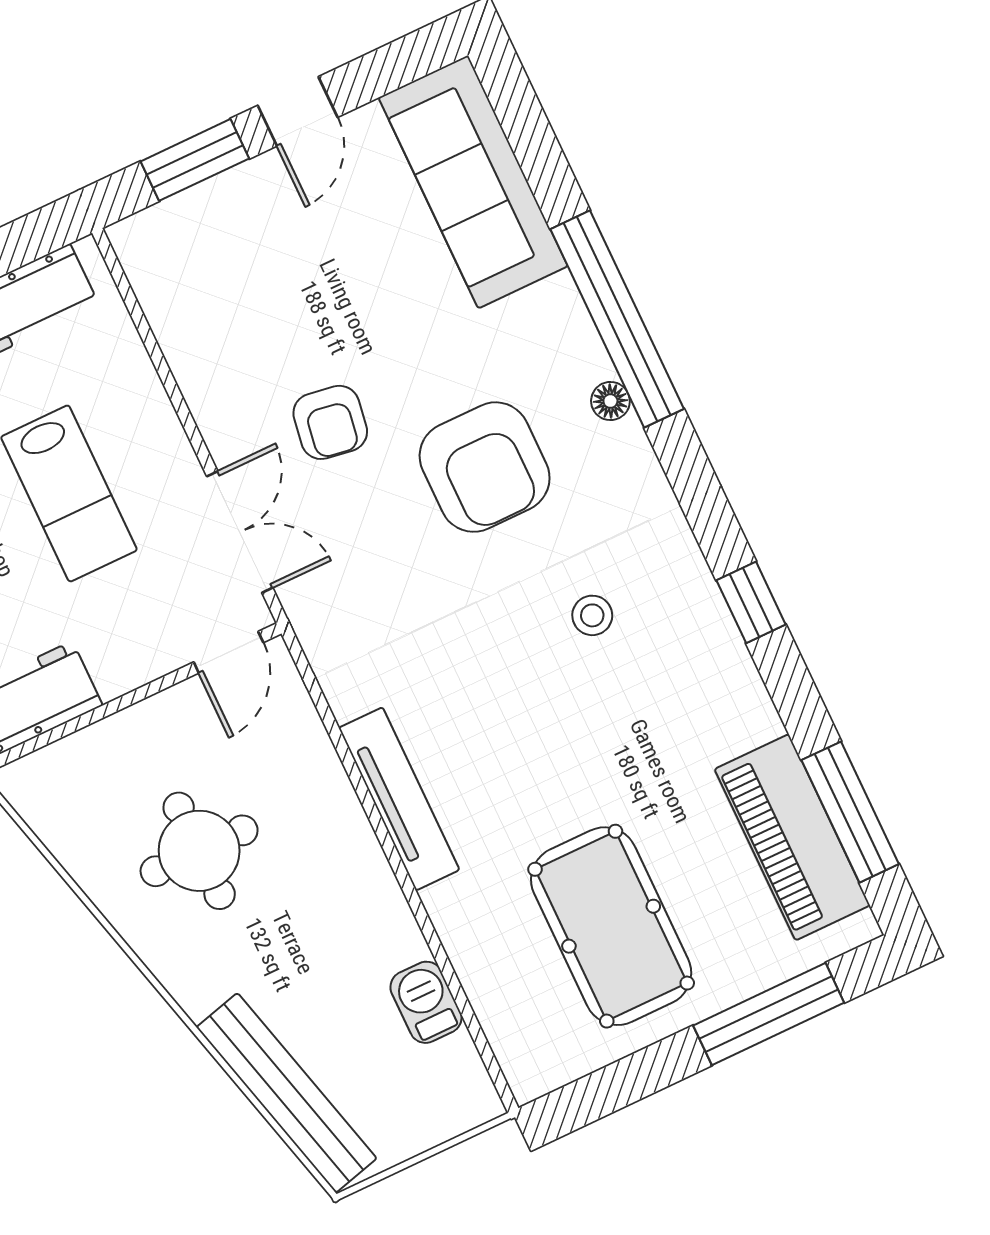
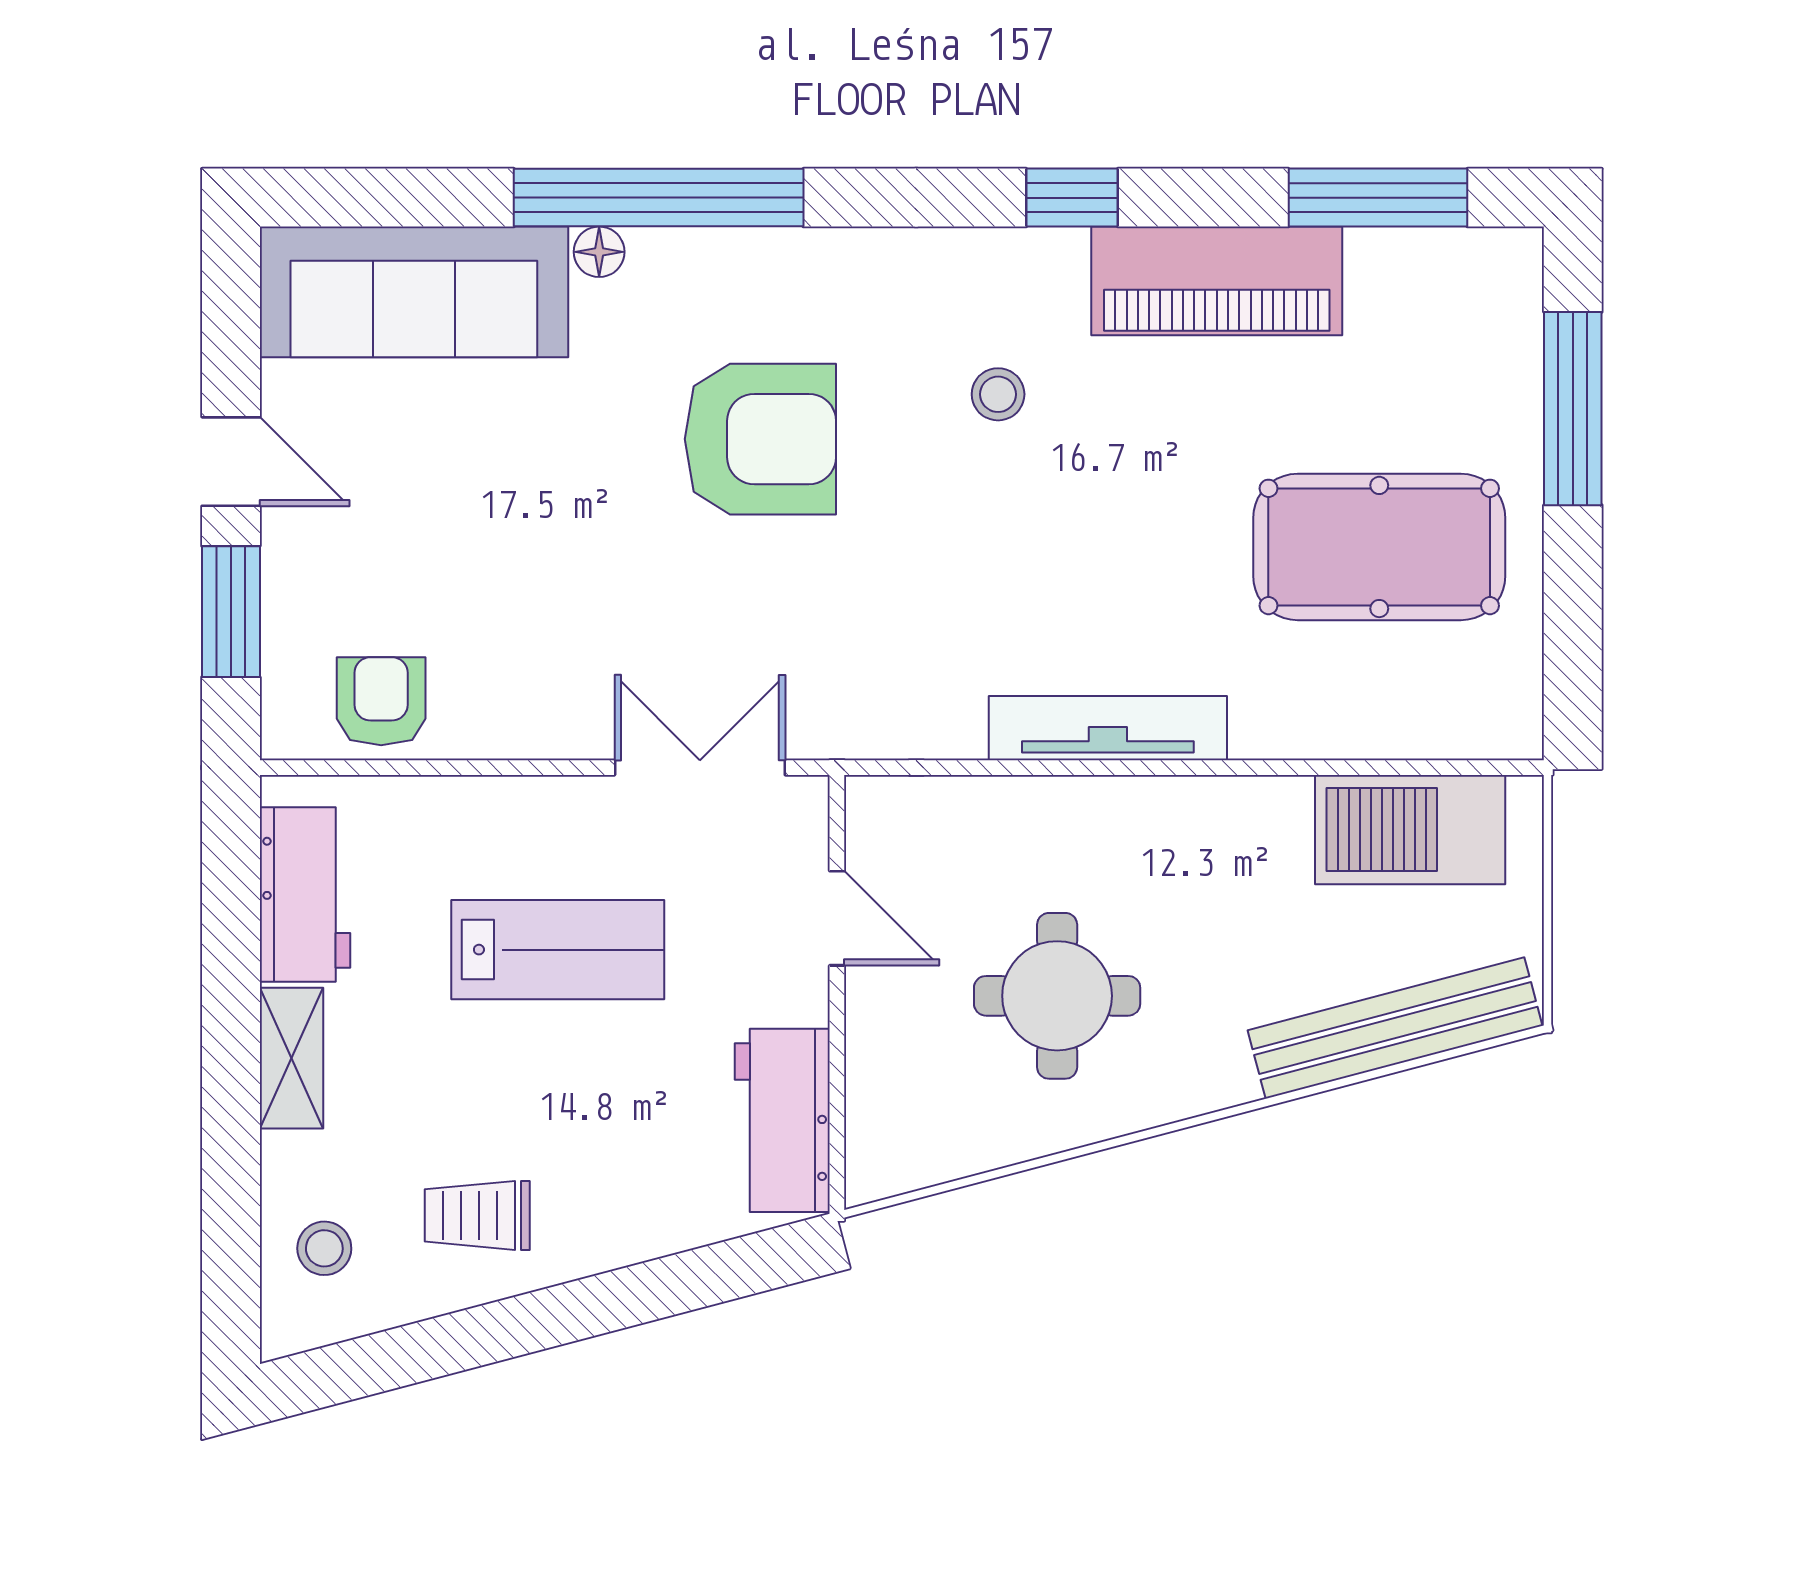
floor lamp: (610, 401) -> (599, 252), moved
armchair: (330, 422) -> (381, 701), moved, turned -99
door: (228, 652) -> (837, 918), moved
piano: (792, 837) -> (1217, 281), moved
barbecue: (426, 1002) -> (1410, 830), width x1.88, depth x1.53

